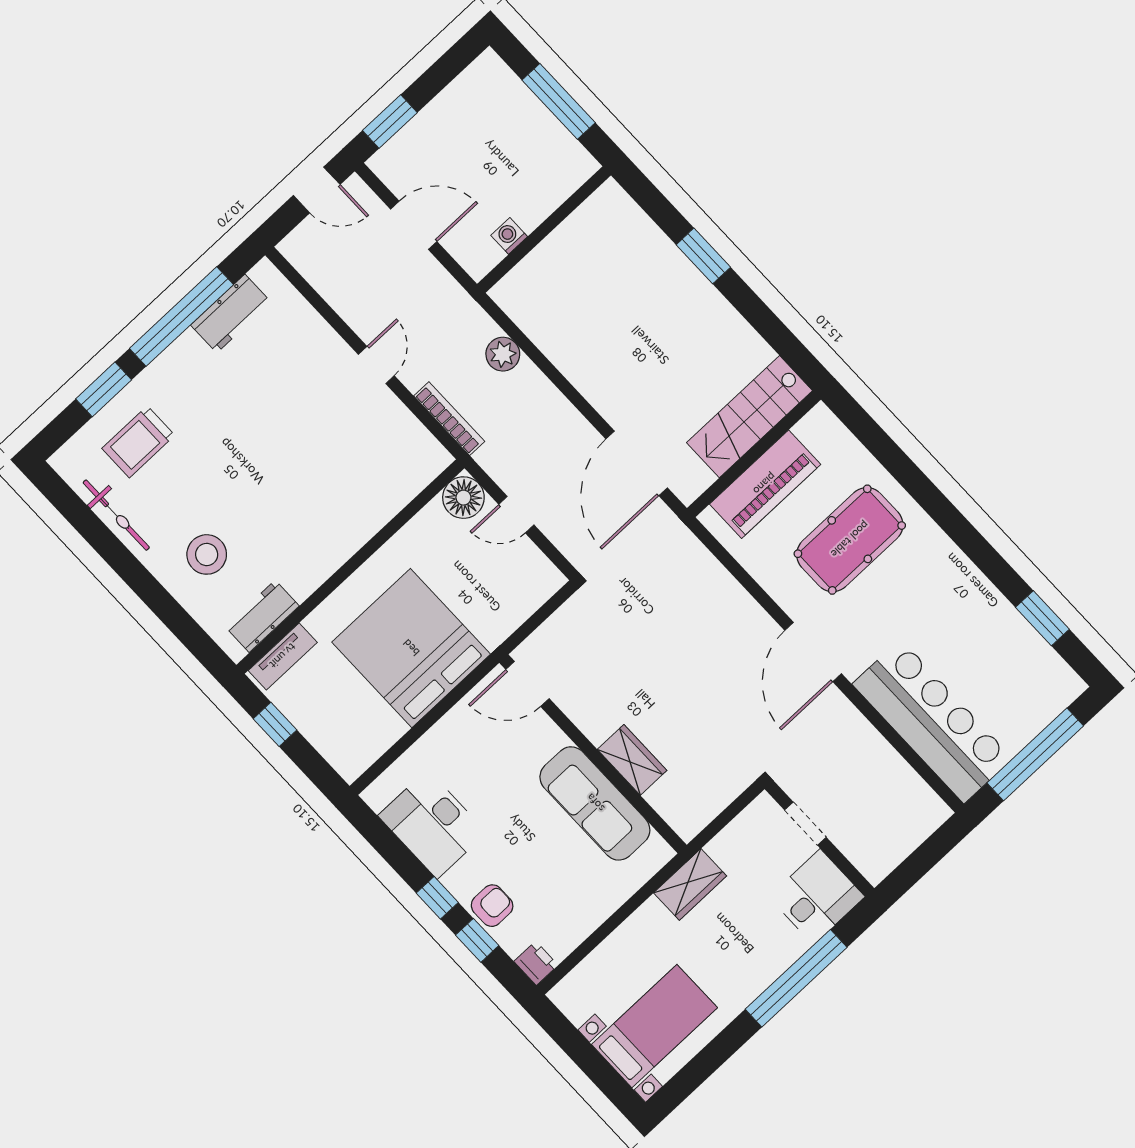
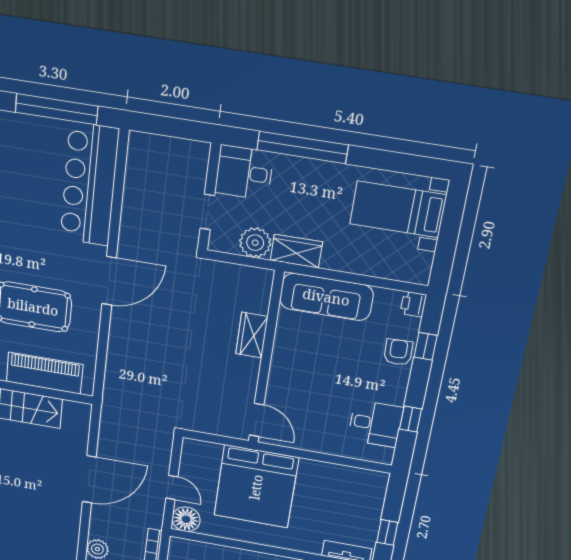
door: (637, 463) -> (89, 479), moved
bed: (411, 648) -> (256, 487), moved
sofa: (595, 803) -> (326, 297), moved, turned 90
desk: (432, 824) -> (375, 424), width x0.73
plant: (733, 848) -> (255, 243), added
window: (437, 898) -> (411, 419), moved
armchair: (492, 906) -> (398, 352), turned 88

